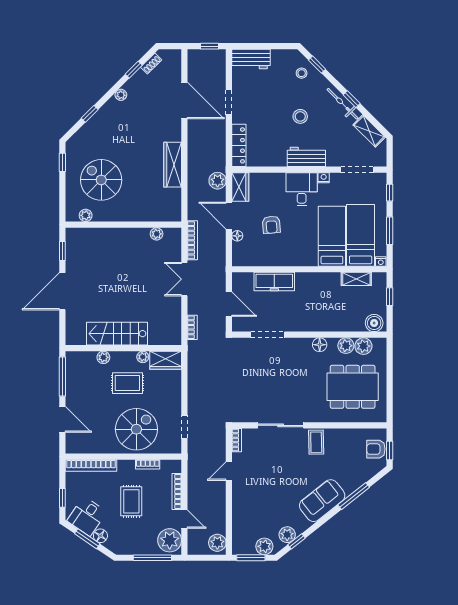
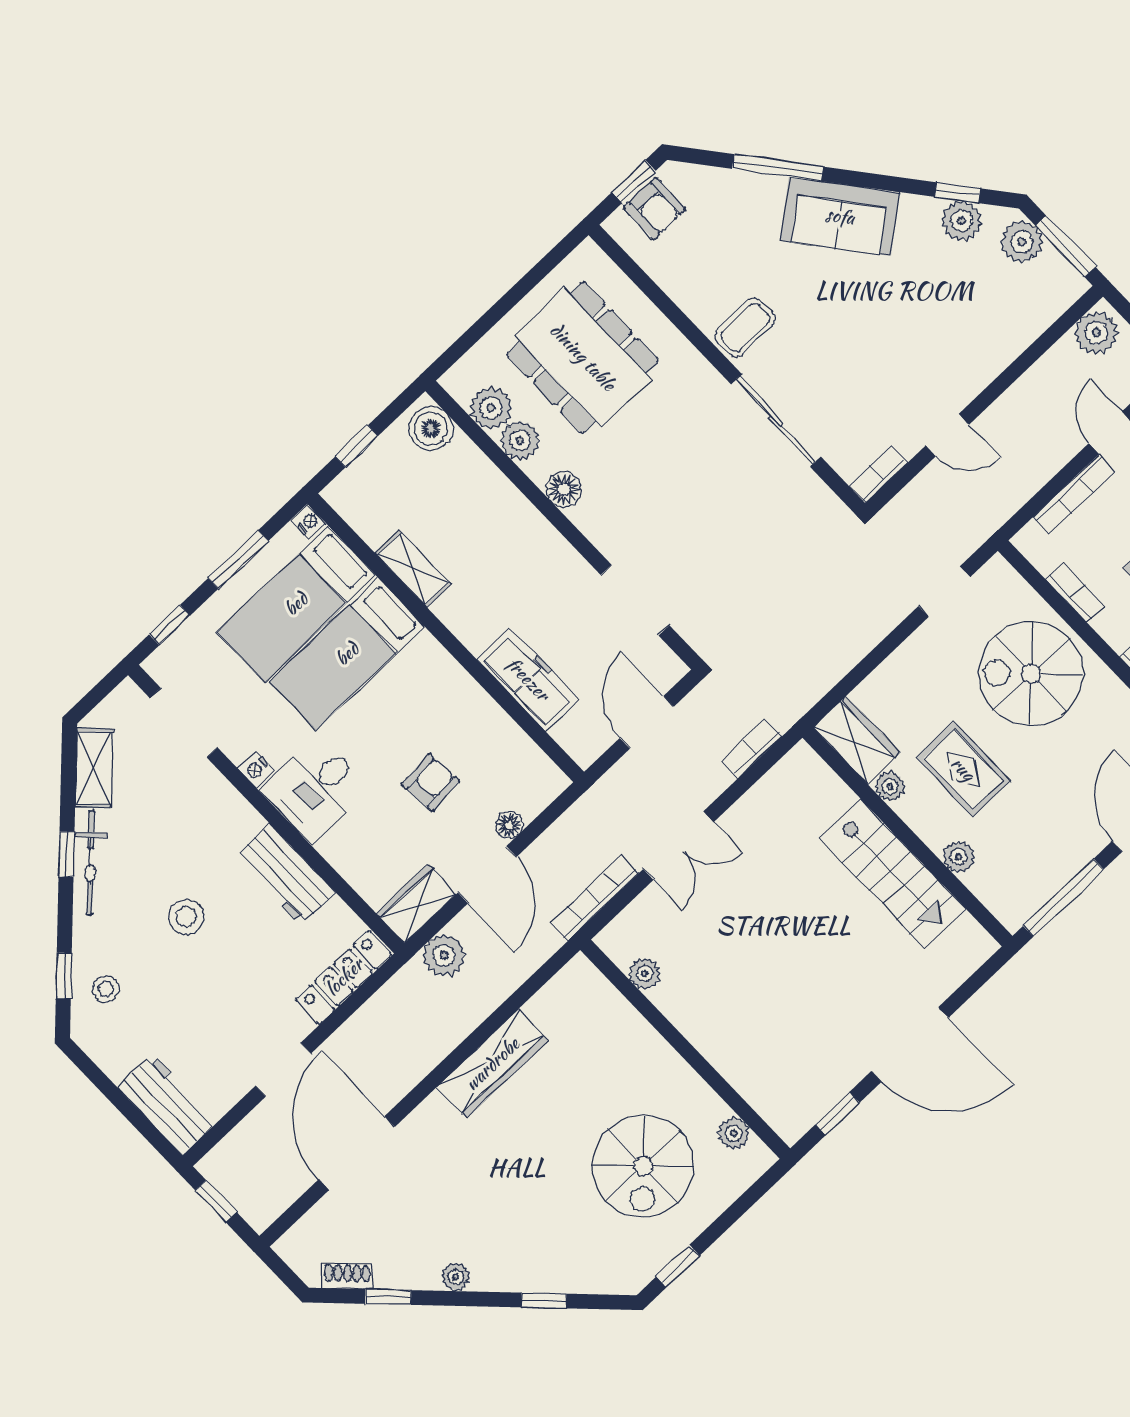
workbench: (306, 157) -> (285, 875), moved
shelving: (356, 279) -> (413, 569), moved

